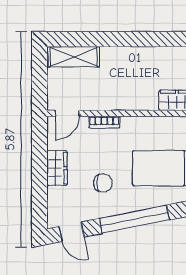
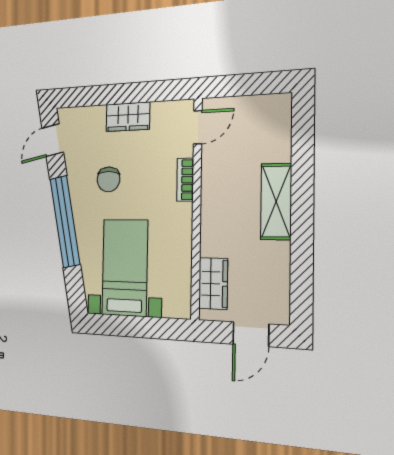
shelving: (74, 57) -> (276, 202), moved
door: (67, 113) -> (198, 127), swing flipped

